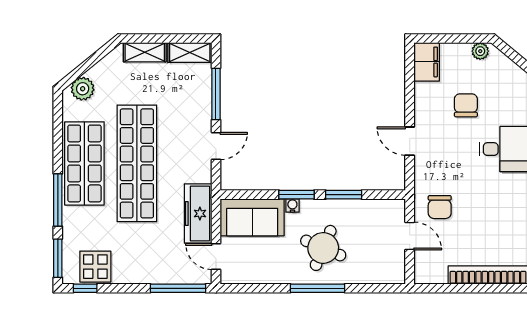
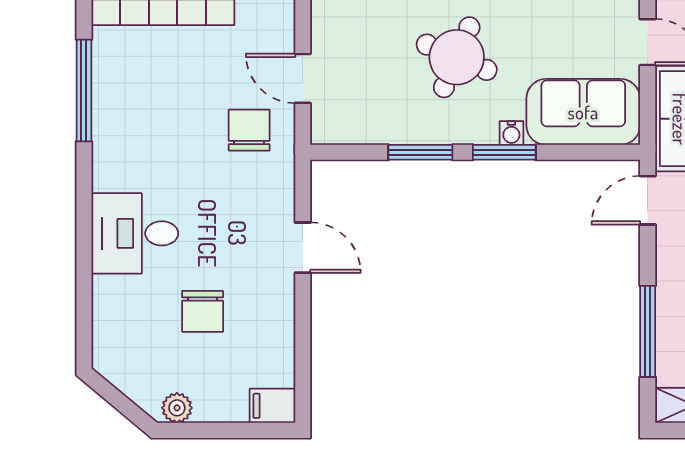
filing cabinet: (427, 62) -> (272, 406), width x0.50
door: (216, 146) -> (648, 200), moved

